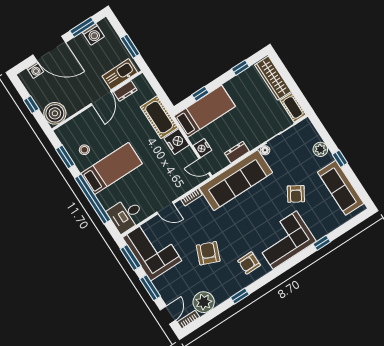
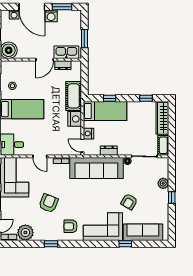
washing machine: (93, 34) -> (51, 16), moved
sofa: (341, 188) -> (143, 232), moved, turned 90

